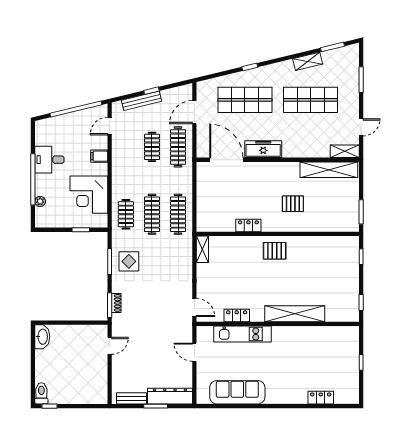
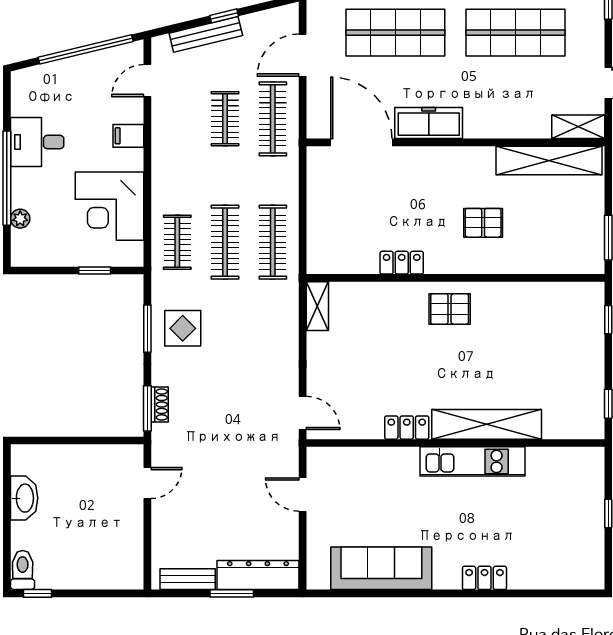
locker: (237, 316) -> (407, 428), moved
kitchen unit: (243, 334) -> (472, 461), moved
washbasin: (42, 337) -> (24, 498), moved
locker: (321, 398) -> (484, 578), moved

